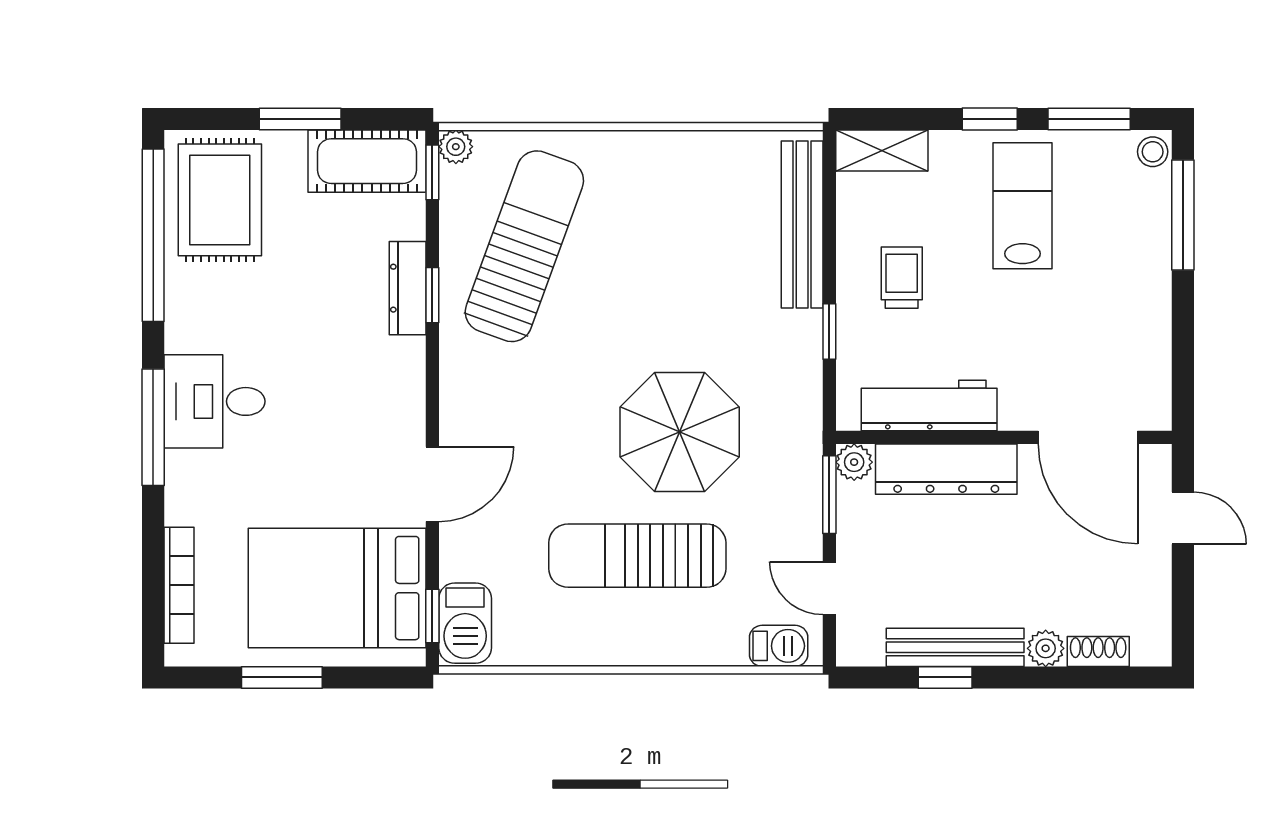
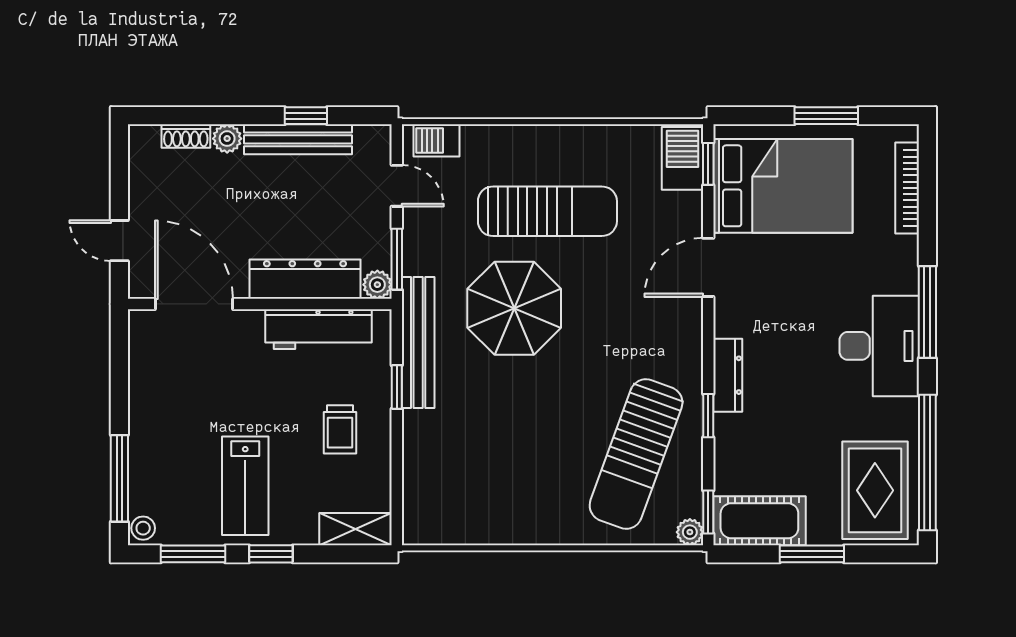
bench: (802, 224) -> (418, 342), moved
dresser: (408, 288) -> (728, 375), moved
desk: (214, 401) -> (879, 346), width x1.37

